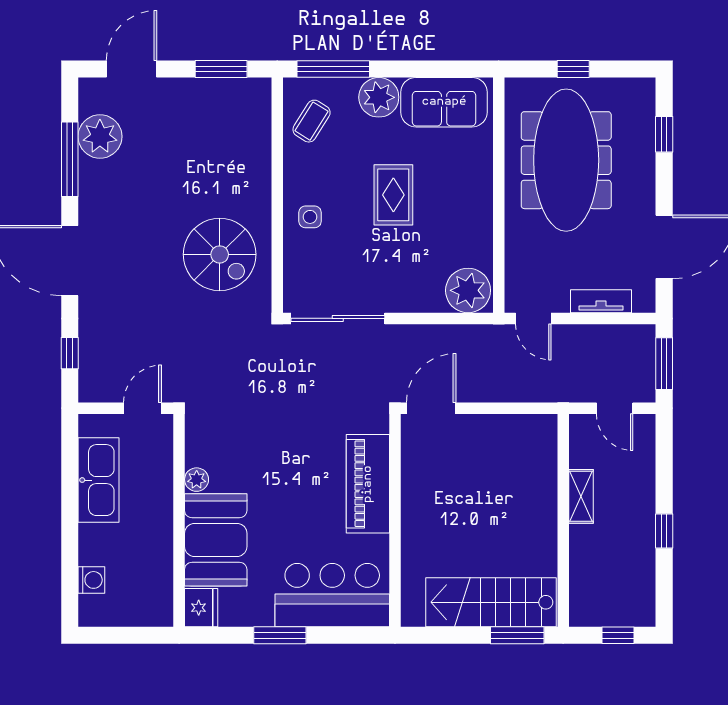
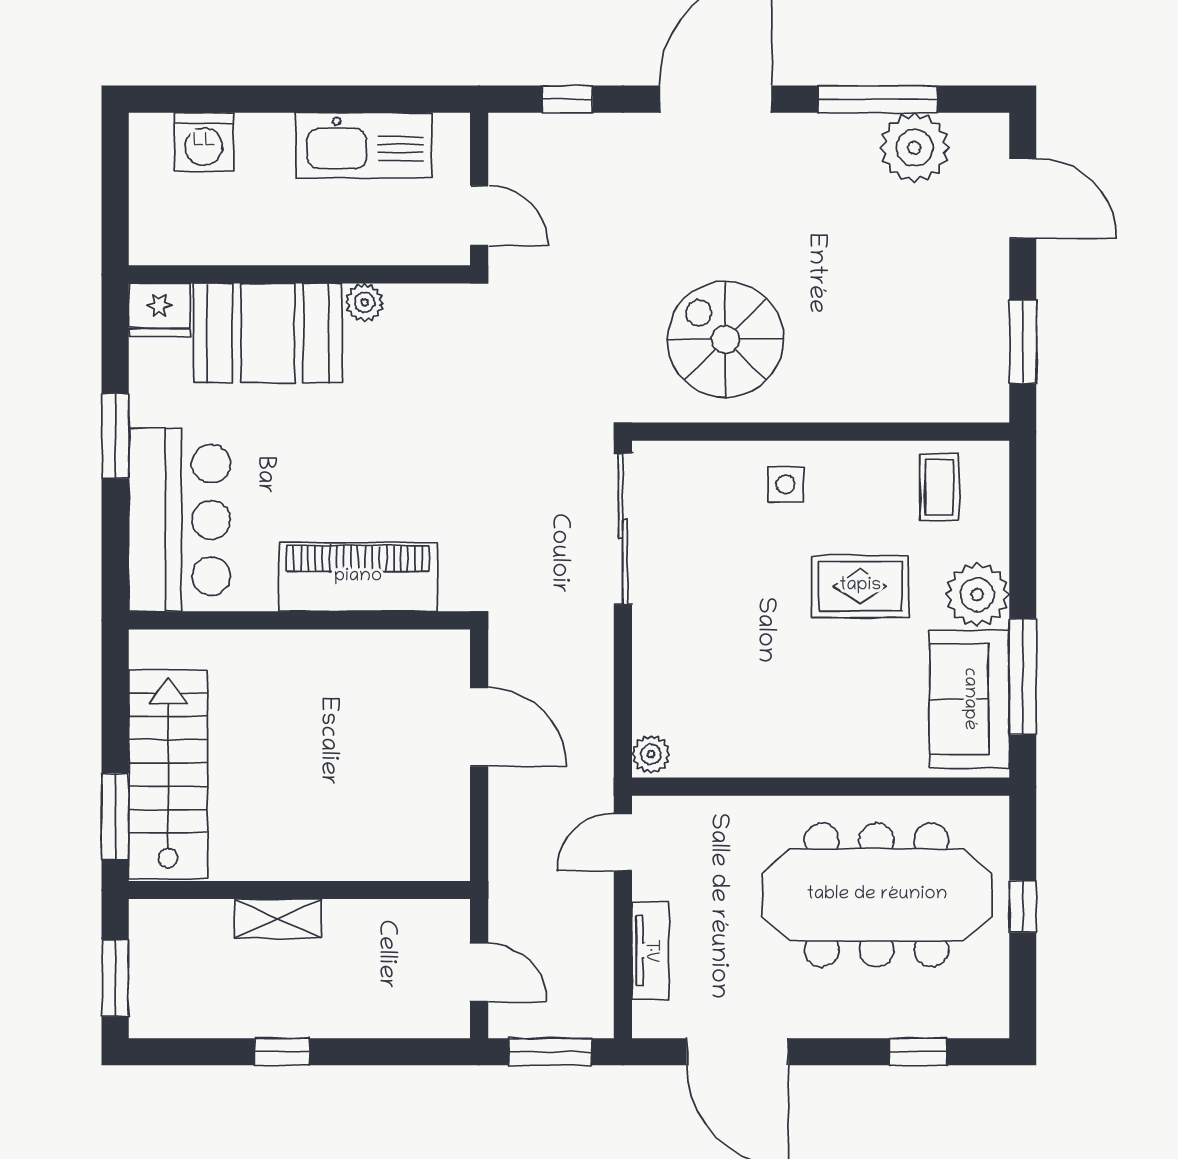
window: (333, 69) -> (1023, 677), moved
coffee table: (312, 121) -> (939, 487), turned 58
rug: (393, 195) -> (860, 586), moved
spiral stairs: (220, 254) -> (725, 339), turned 90
plant: (468, 290) -> (651, 754), width x0.53, depth x0.53
door: (431, 408) -> (479, 727), moved
door: (615, 408) -> (479, 972), swing flipped
shelving: (581, 496) -> (278, 918), moved
washing machine: (91, 580) -> (204, 142), width x1.38, depth x1.38
window: (618, 635) -> (115, 978), width x1.50

